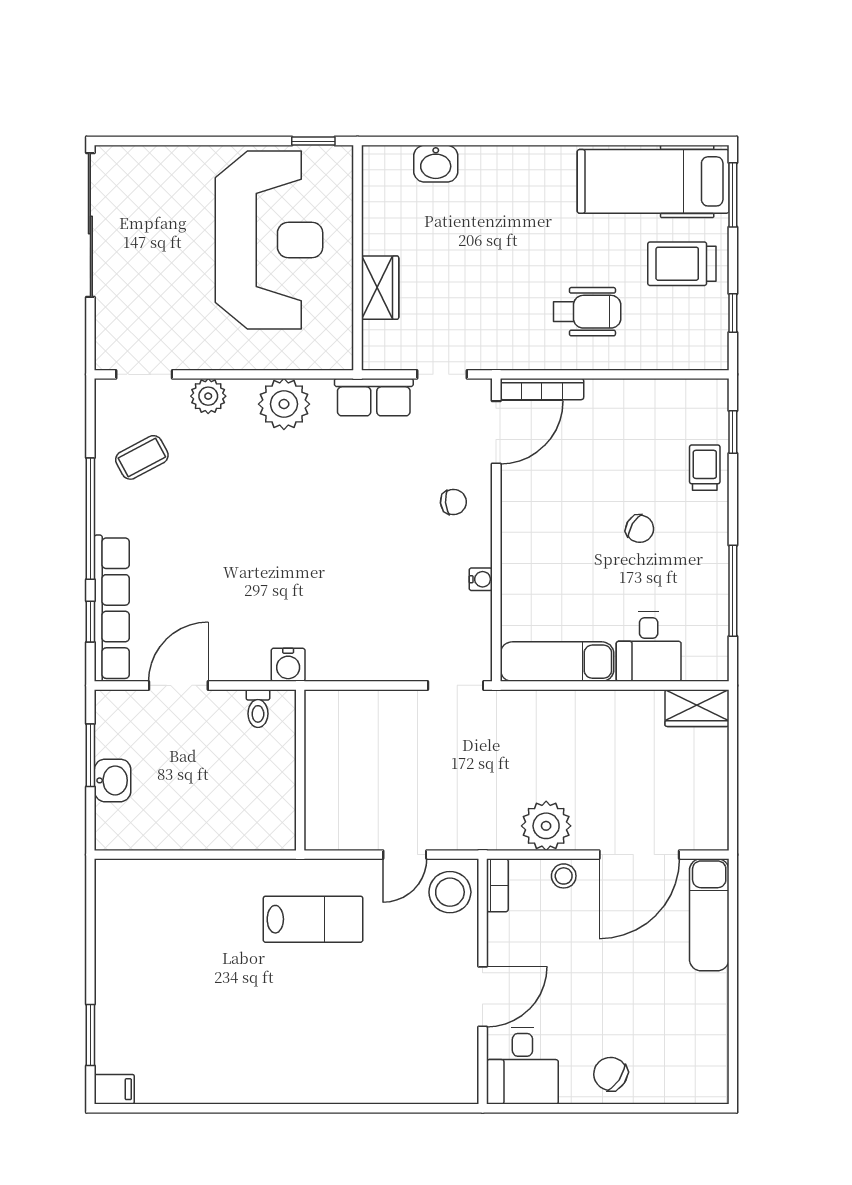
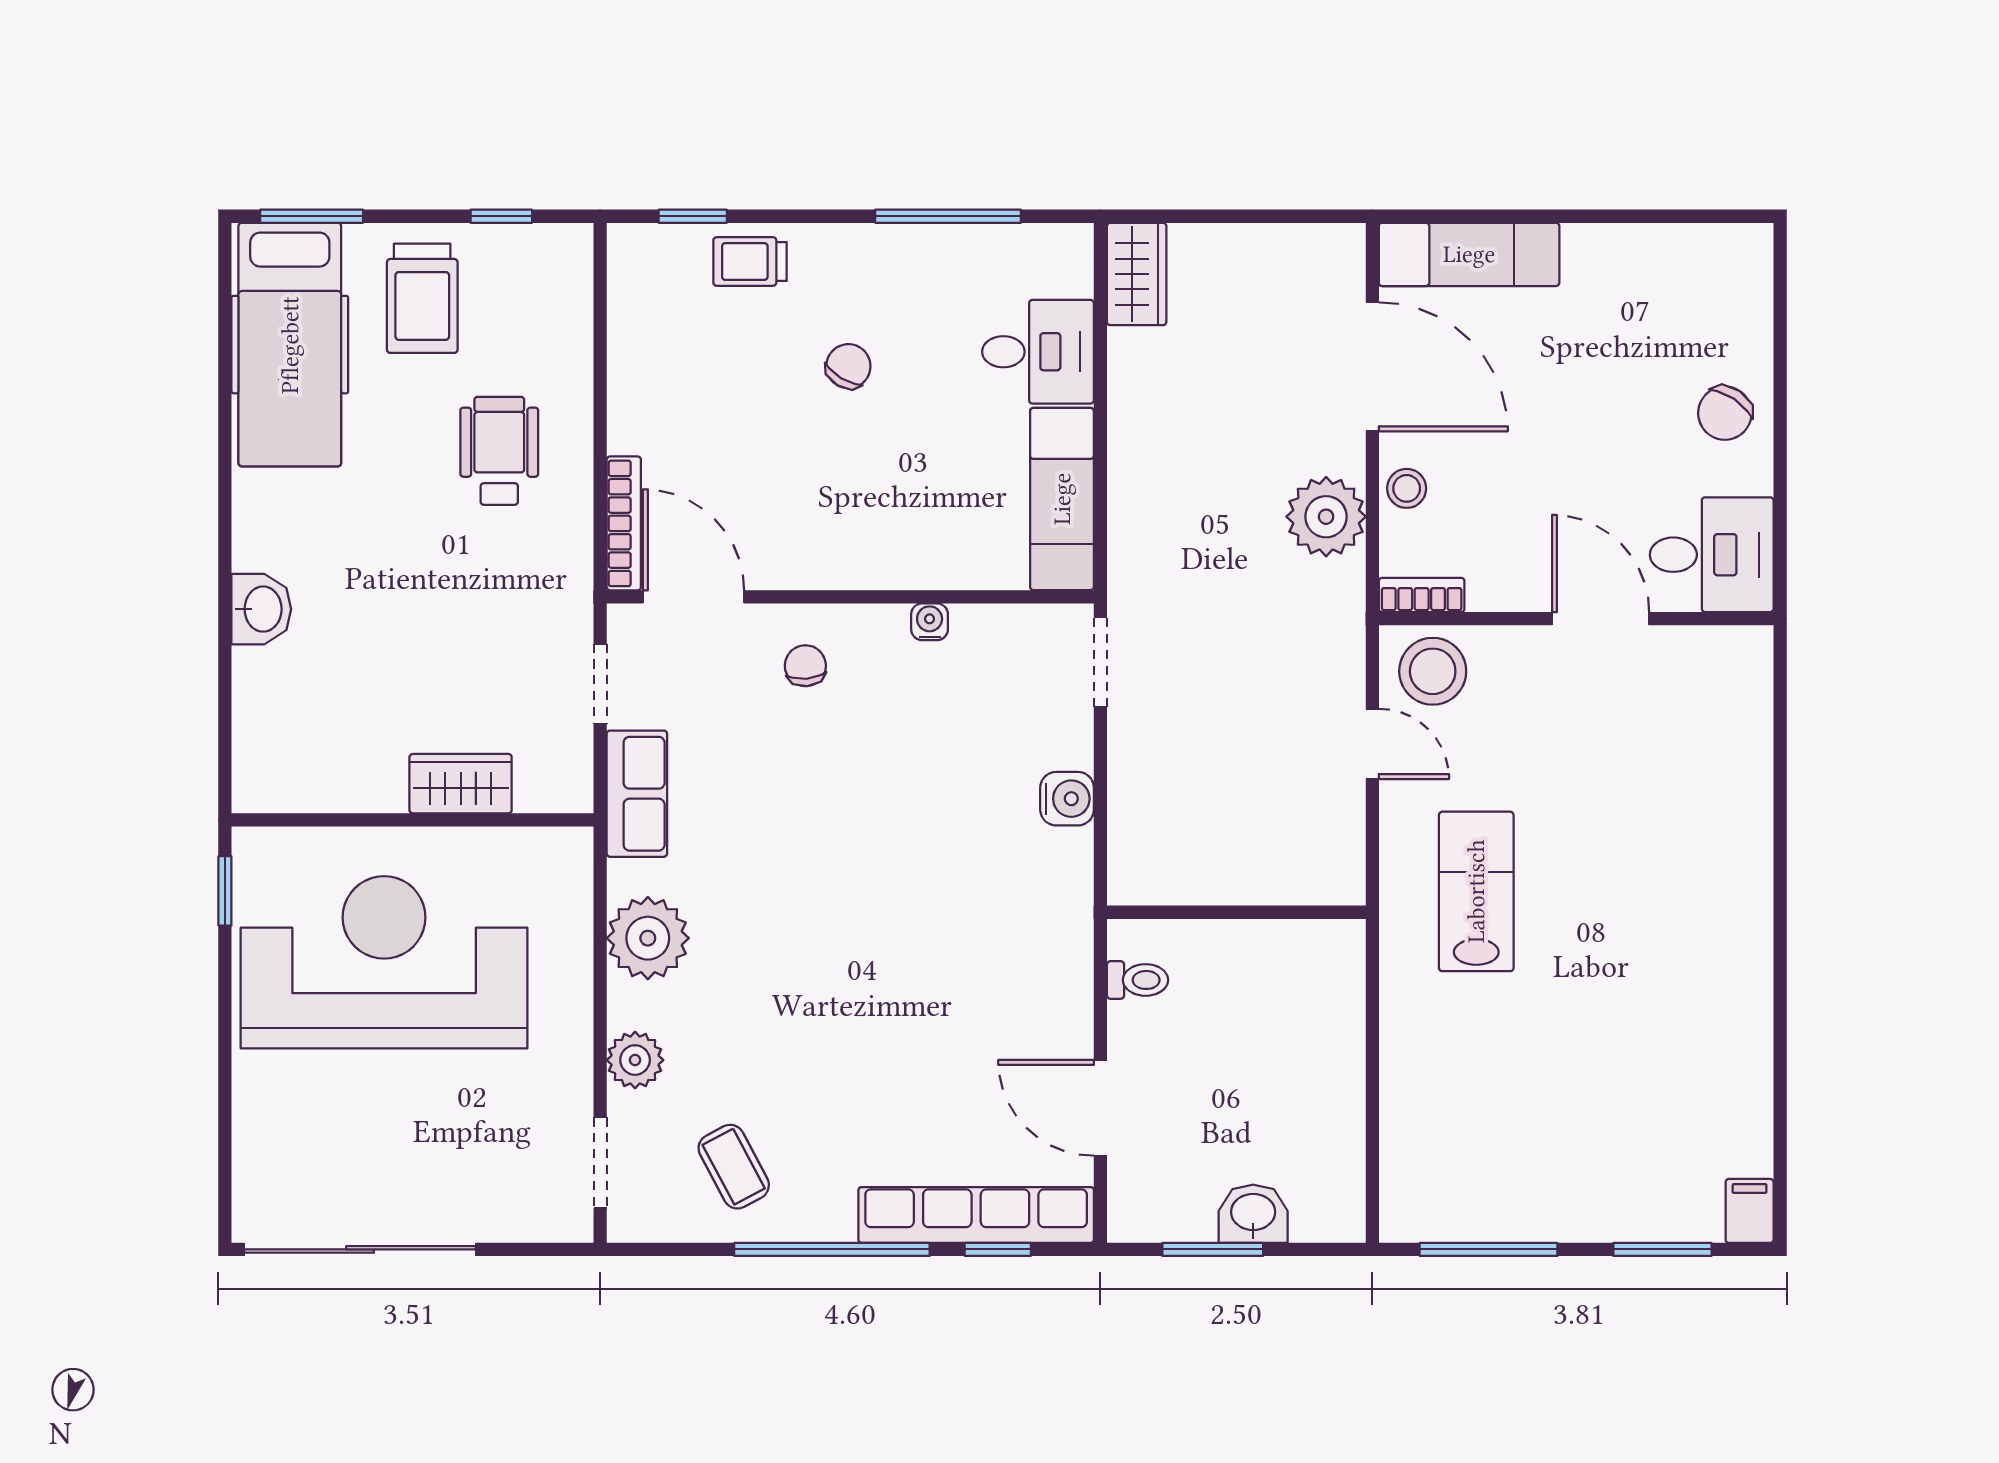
washbasin: (436, 164) -> (261, 609), moved
water cooler: (288, 665) -> (1067, 799), moved
window: (90, 927) -> (1489, 1249), added

